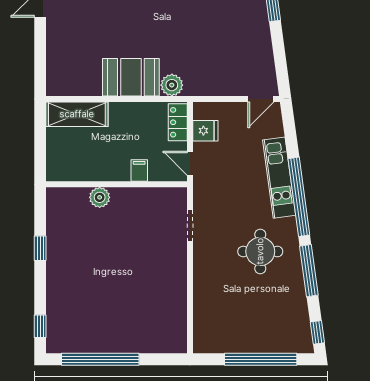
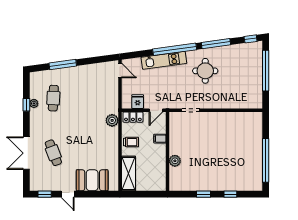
booth: (131, 77) -> (92, 180), moved, turned 90
trolley: (133, 119) -> (131, 142), added
window: (40, 326) -> (230, 194), moved

